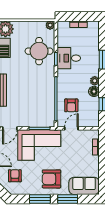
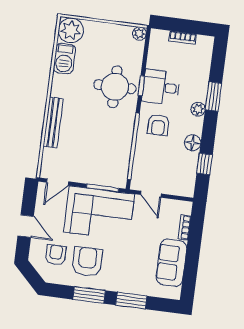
round table: (39, 51) -> (115, 87), moved
plant: (95, 81) -> (198, 109), moved
armchair: (71, 105) -> (158, 125), moved
door: (71, 128) -> (151, 194), swing flipped
armchair: (52, 179) -> (87, 262), moved, turned 90
sofa: (84, 186) -> (171, 263), moved, turned -90

